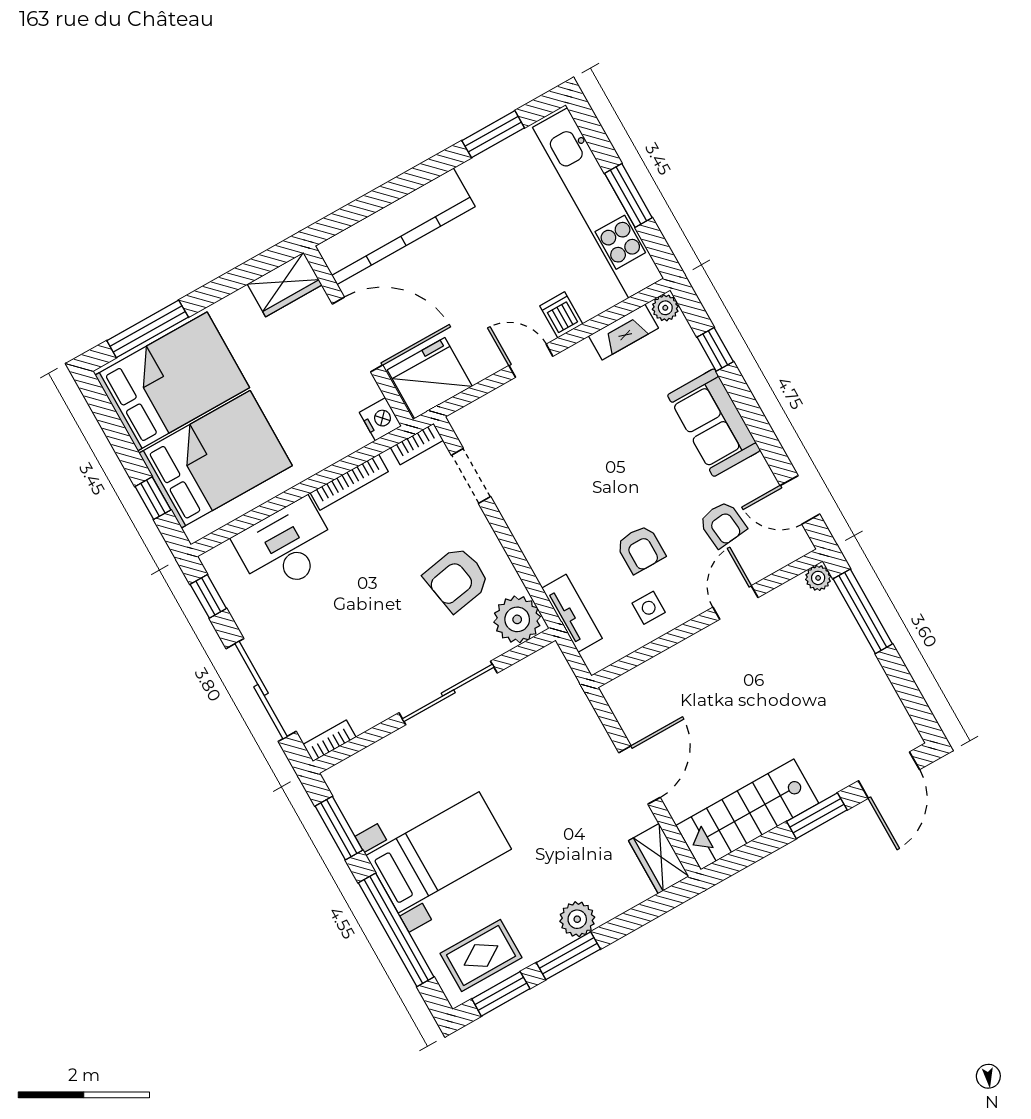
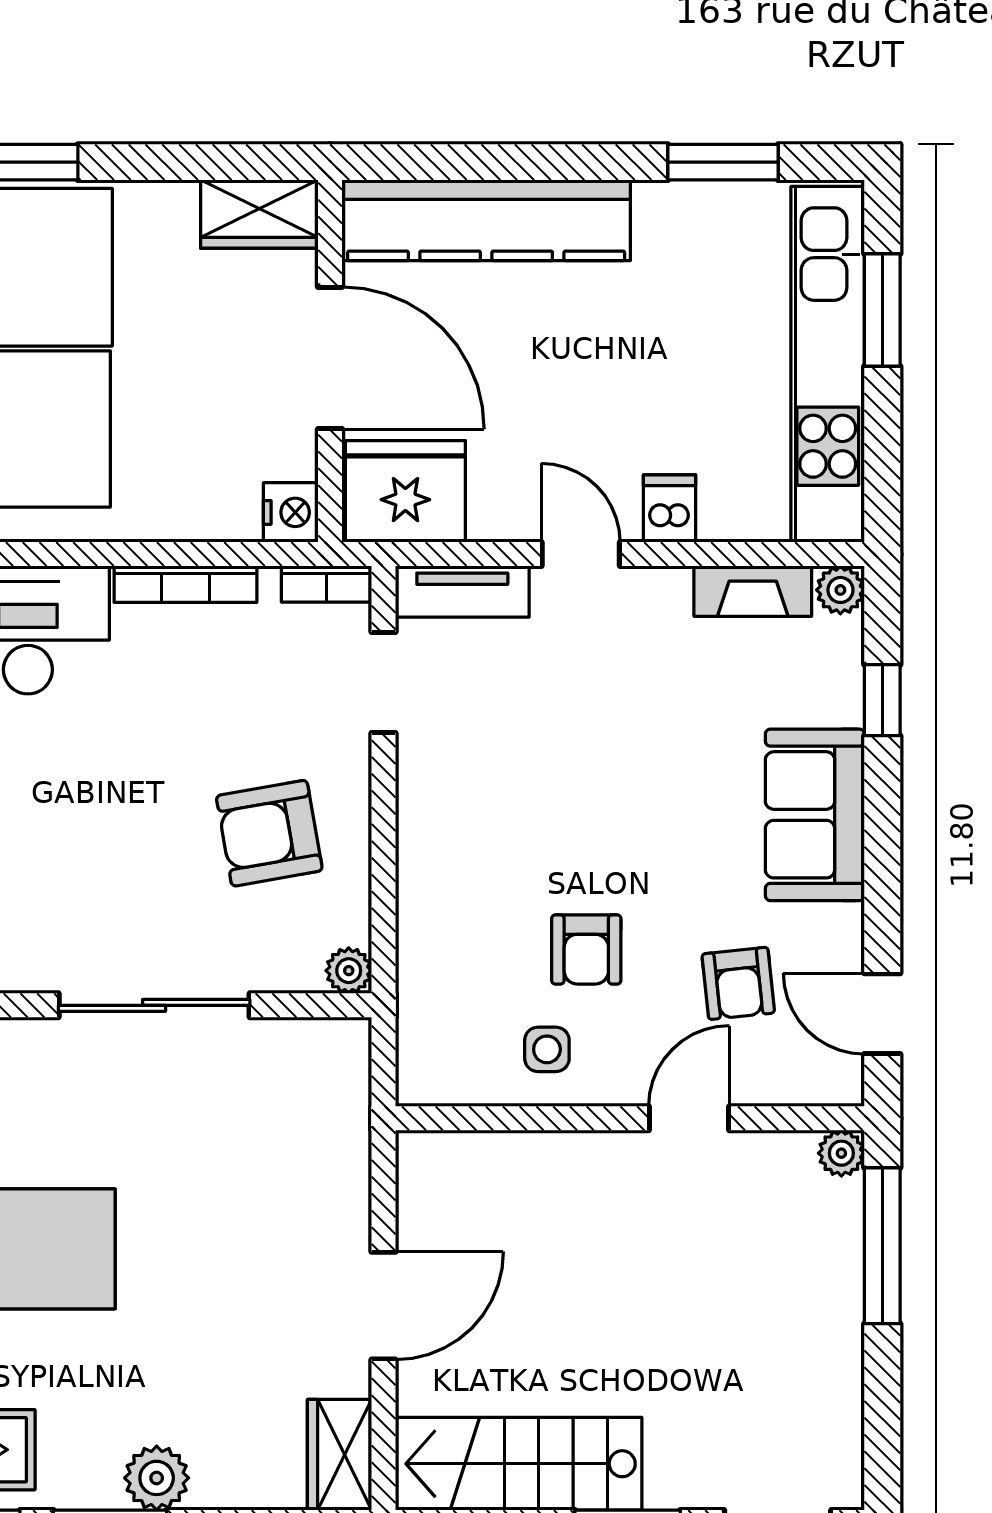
window: (628, 195) -> (882, 310), moved
tv unit: (572, 613) -> (462, 592), moved, turned 90
plant: (517, 619) -> (349, 971), width x0.53, depth x0.53

